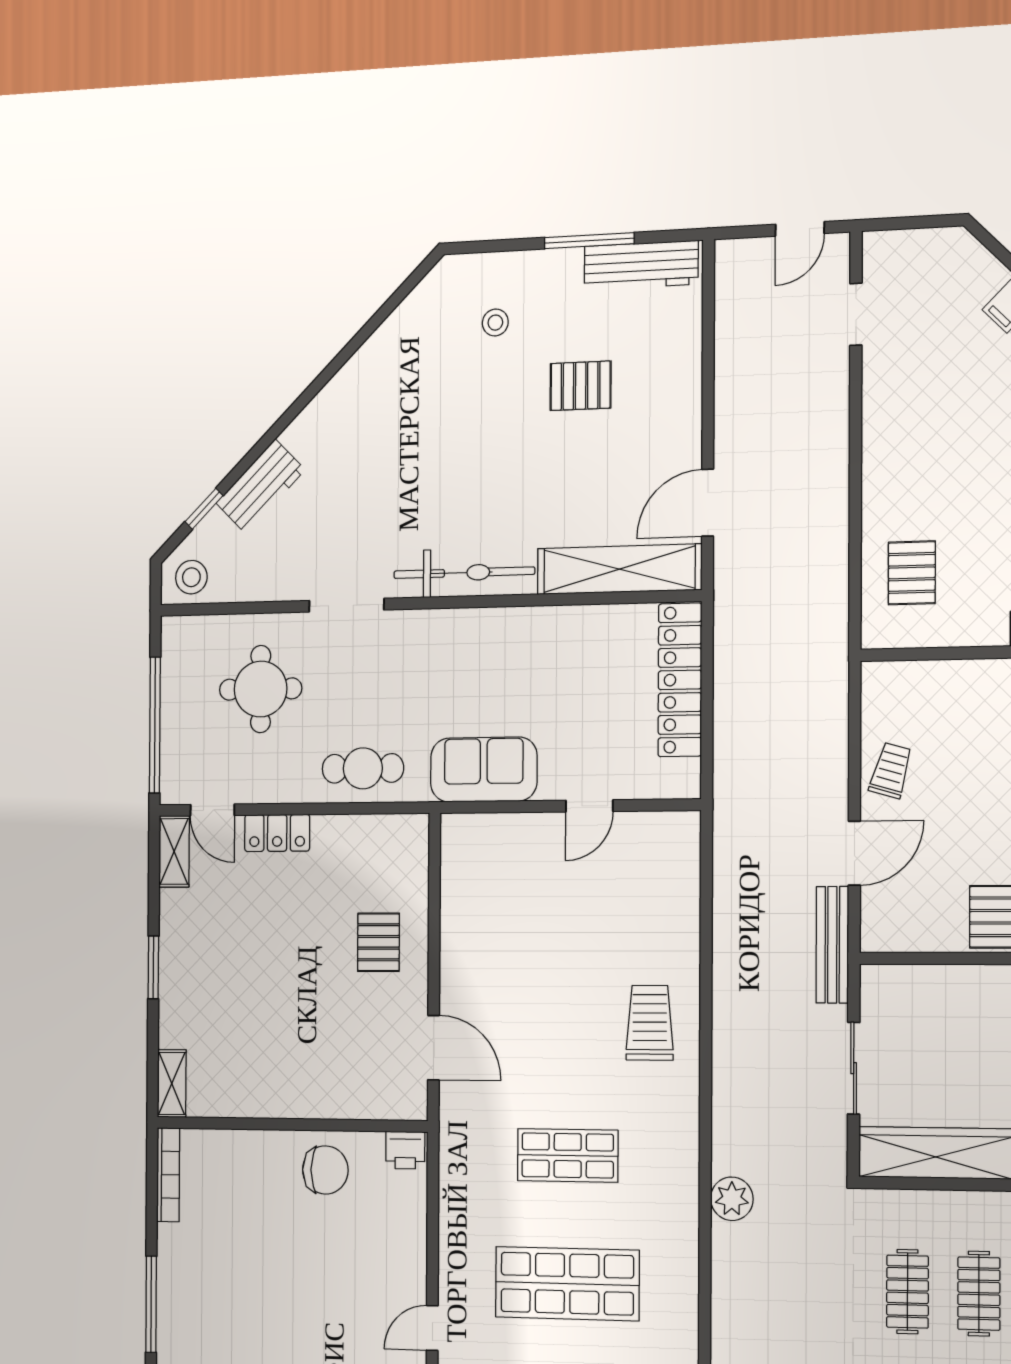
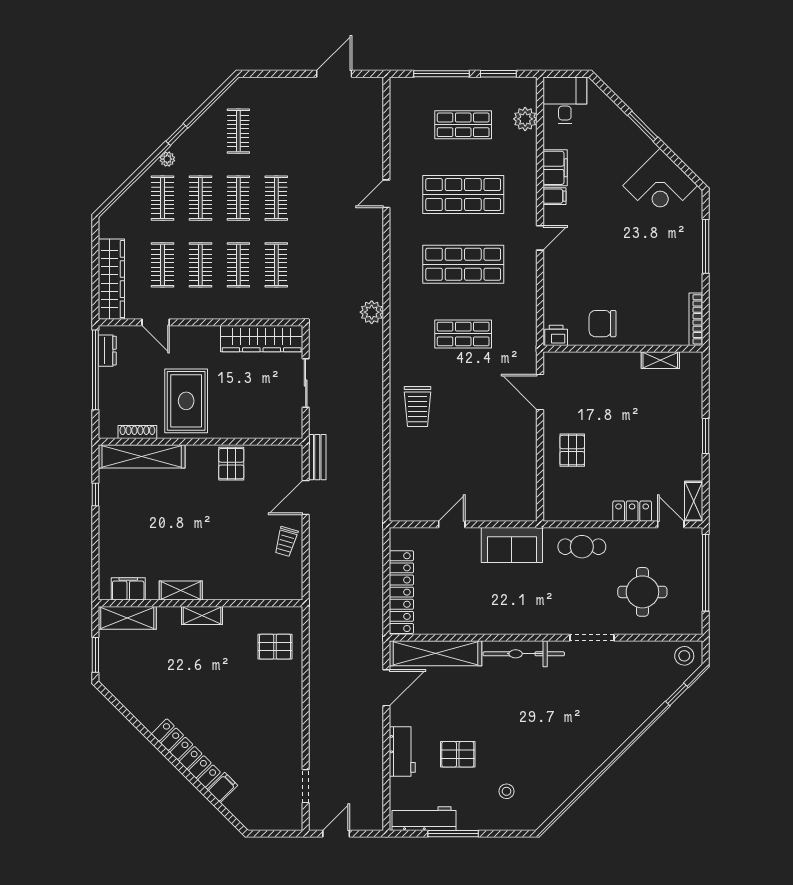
workbench: (261, 487) -> (402, 752), moved, turned 135
pallet: (912, 573) -> (275, 647), turned 90
bench: (832, 945) -> (317, 457), width x0.73
shelving: (172, 1084) -> (660, 360), moved, turned 90

